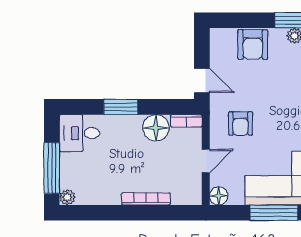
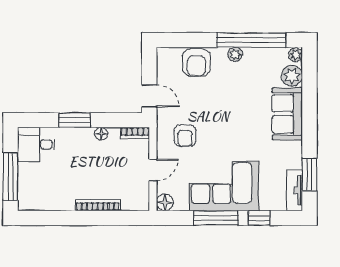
floor lamp: (156, 128) -> (101, 134), width x0.53, depth x0.53
plant: (67, 197) -> (25, 204), removed

